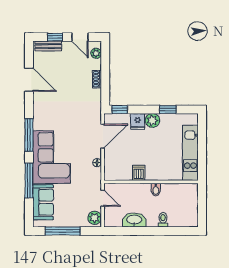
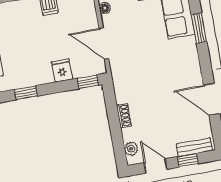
plant: (152, 120) -> (43, 75), removed
window: (29, 135) -> (199, 28), width x0.69
door: (103, 136) -> (104, 43), hinge flipped

